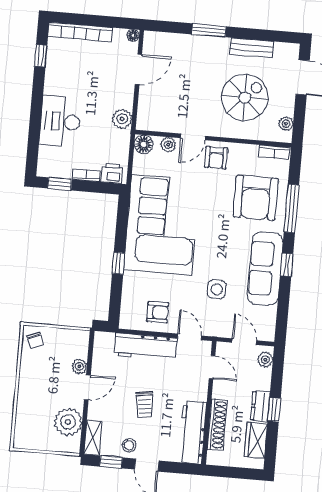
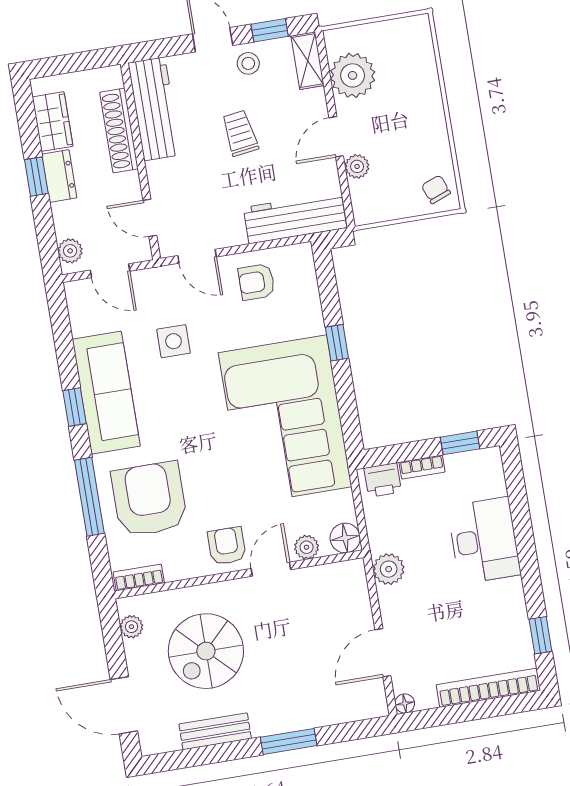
workbench: (145, 347) -> (295, 218), moved

